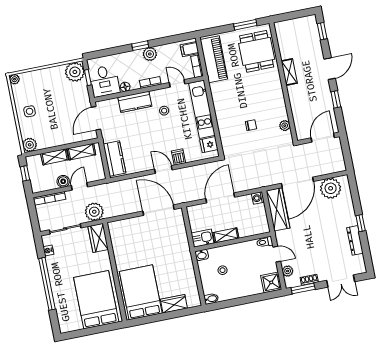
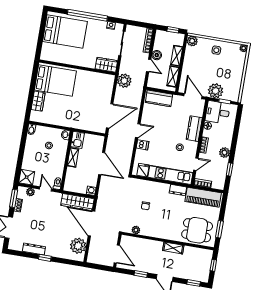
window: (292, 15) -> (213, 265), added
window: (140, 46) -> (230, 169), moved
filing cabinet: (190, 49) -> (217, 182), removed
plant: (75, 72) -> (216, 91), moved
dresser: (217, 93) -> (178, 190), added
plant: (94, 212) -> (124, 81), moved
door: (277, 254) -> (45, 189), swing flipped
bed: (96, 300) -> (65, 31), moved

